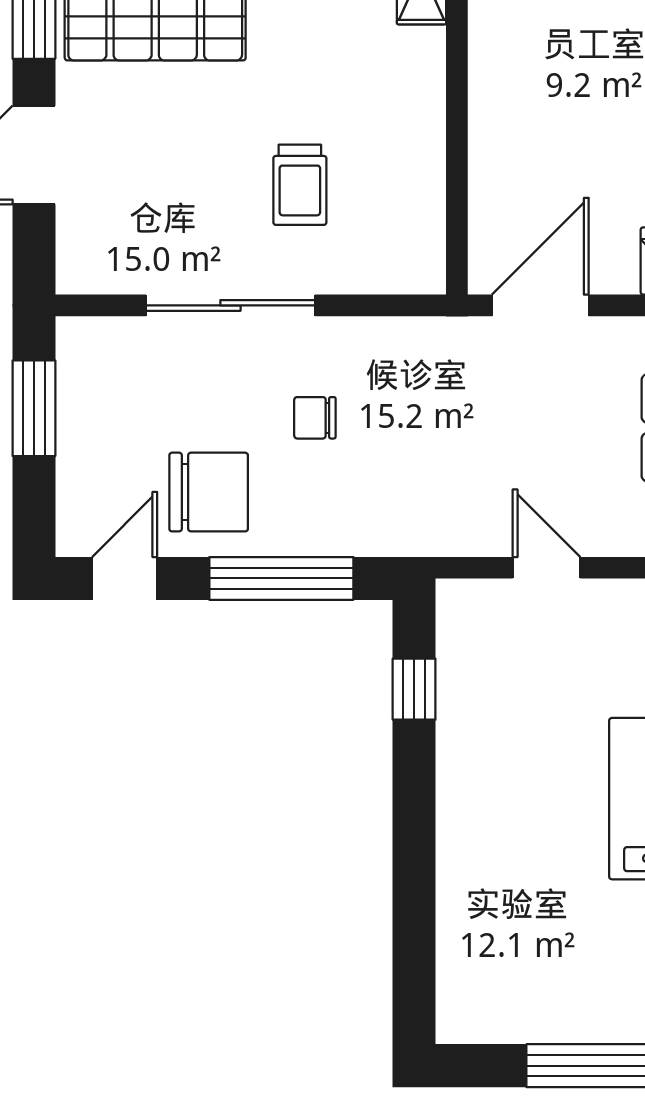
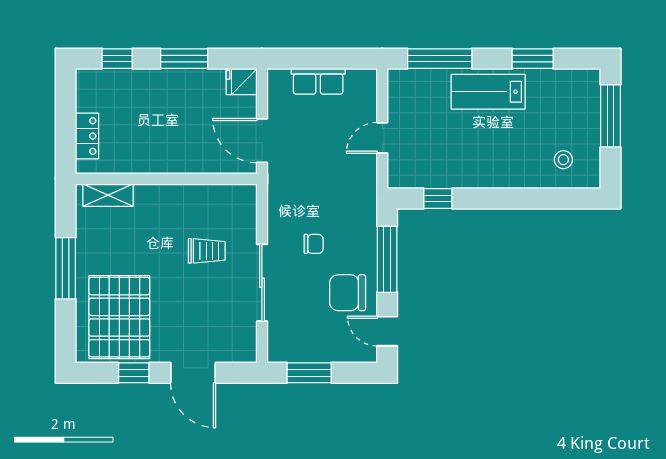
chair: (315, 418) -> (314, 244), turned -90
chair: (209, 492) -> (348, 293), turned -90
stool: (499, 963) -> (563, 160), added

